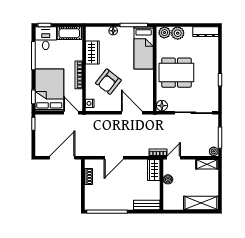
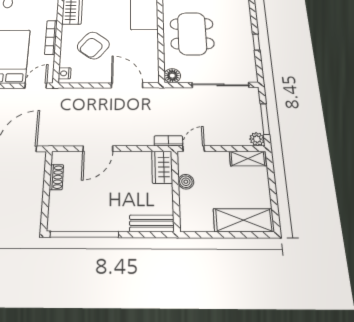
dining table: (176, 73) -> (192, 34), turned 90
door: (71, 113) -> (36, 86), hinge flipped

